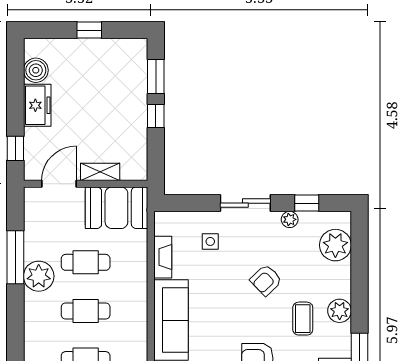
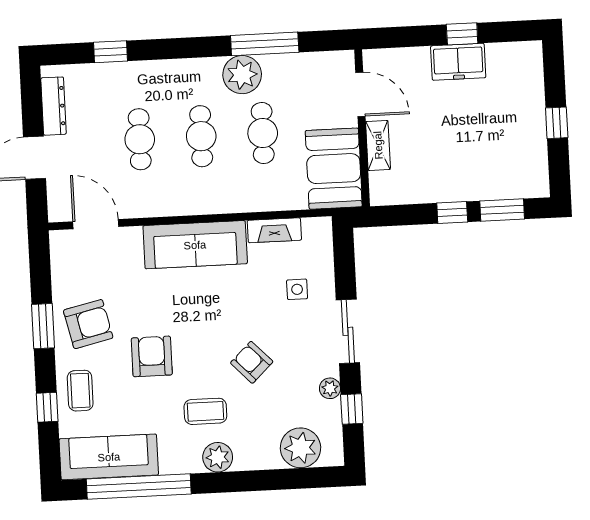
boiler: (36, 70) -> (502, 58), removed
window: (15, 148) -> (462, 34), moved

